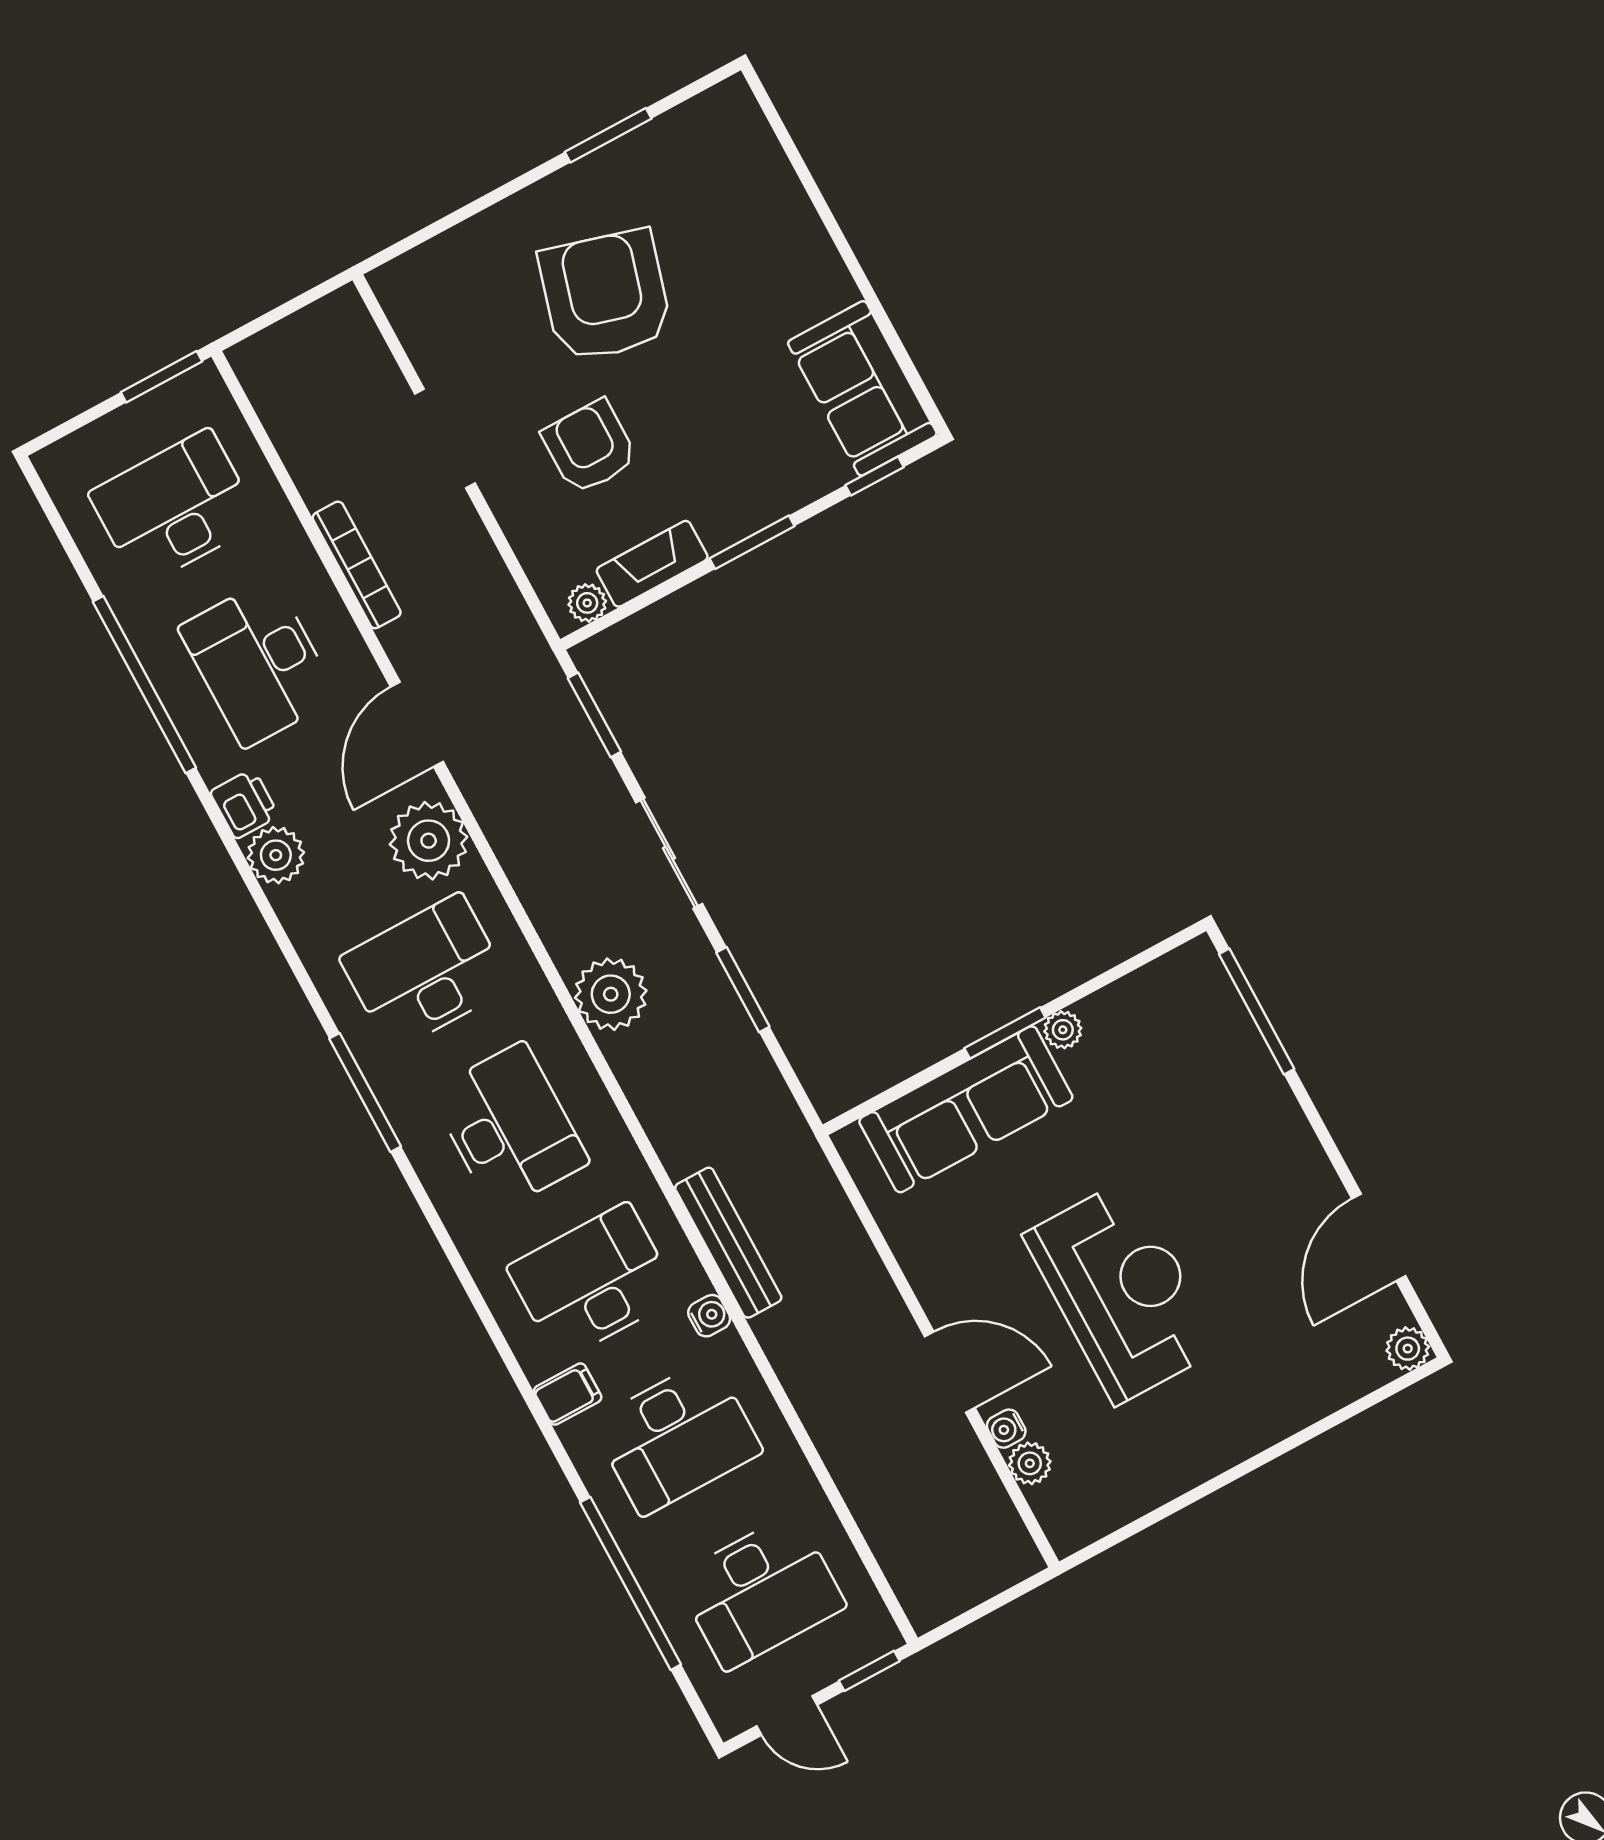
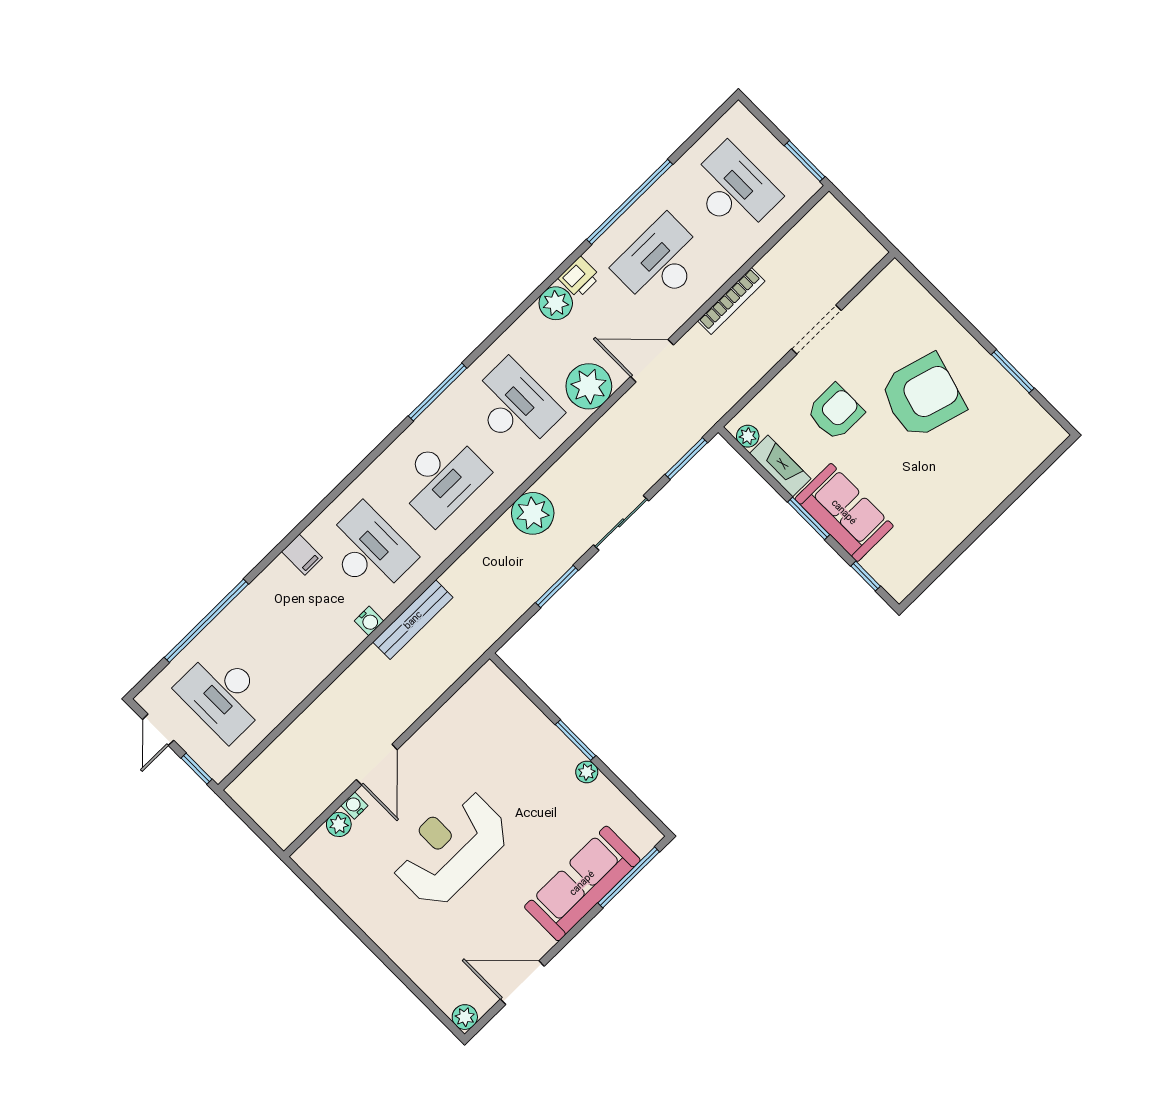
sofa: (862, 388) -> (844, 512), moved, turned 90
sofa: (966, 1109) -> (582, 883), moved, turned 90
reception desk: (1122, 1292) -> (450, 848), turned 180
desk: (677, 1437) -> (296, 623), removed

